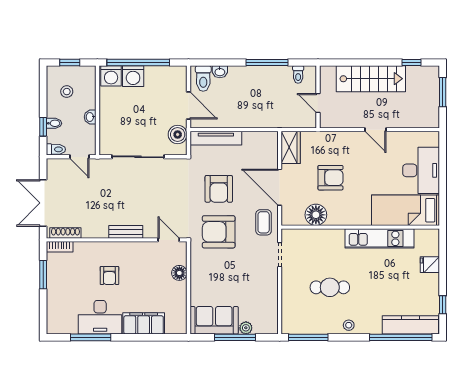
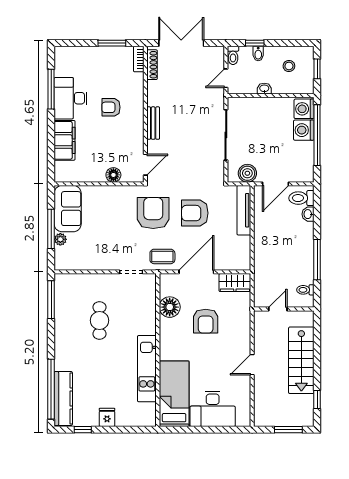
fridge: (430, 265) -> (107, 417), moved
stool: (349, 325) -> (63, 339), removed

